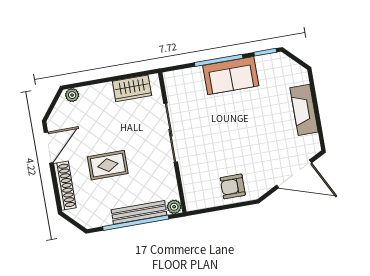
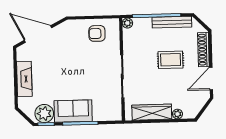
plant: (270, 66) -> (44, 114), added
wardrobe: (132, 88) -> (152, 112), width x1.50
plant: (72, 95) -> (177, 114), moved
armchair: (233, 186) -> (97, 33), moved, turned 180
bench: (139, 212) -> (172, 22), moved

